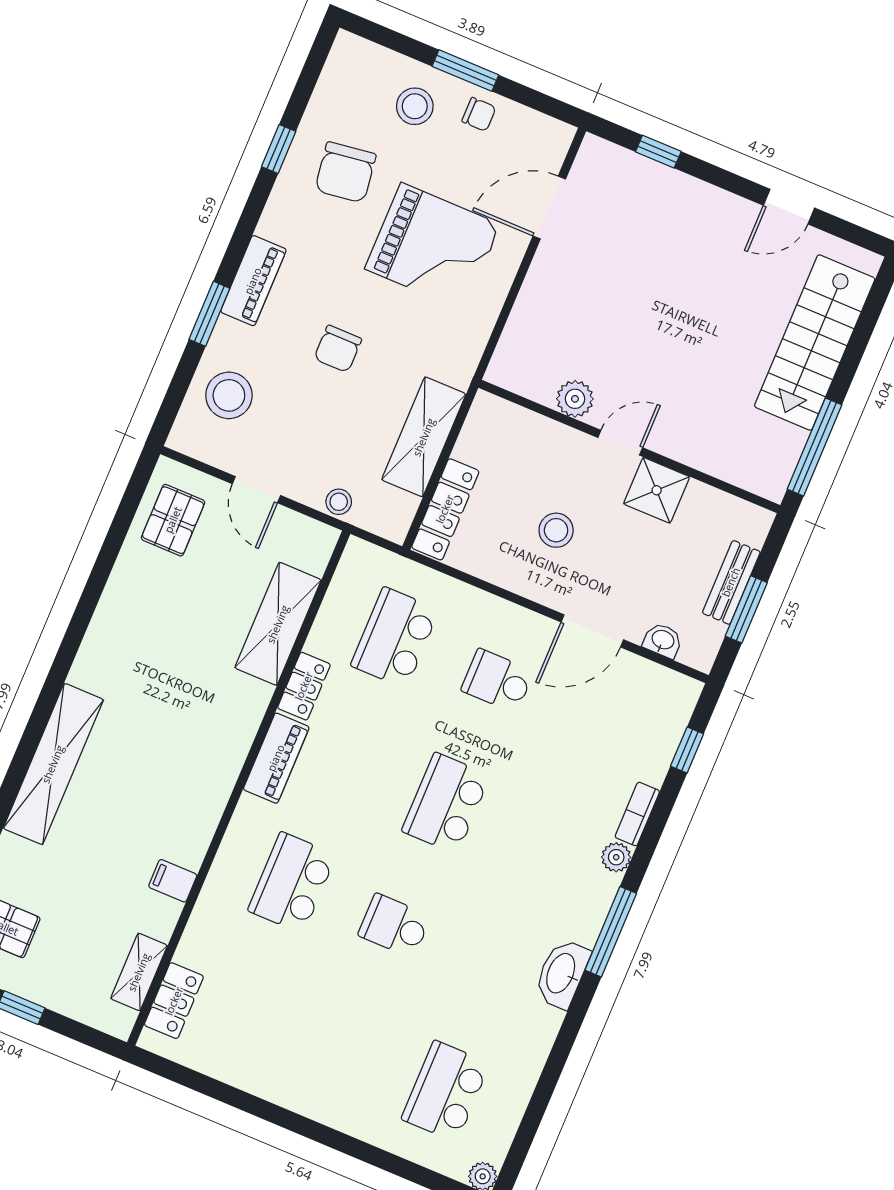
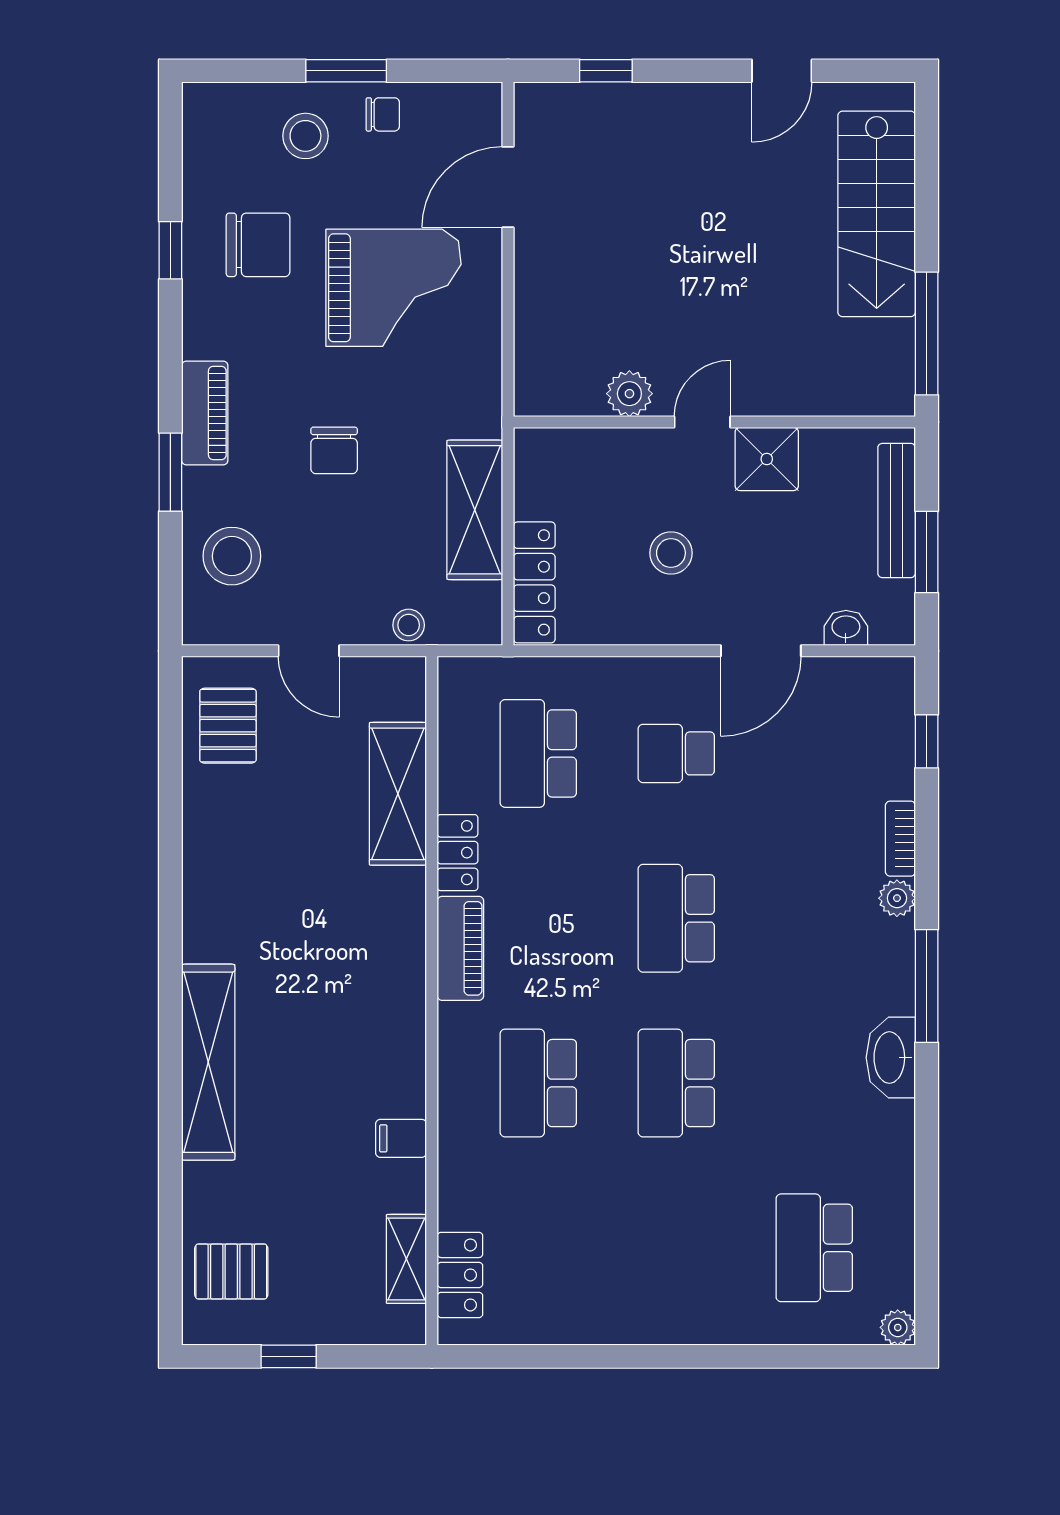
chair: (345, 172) -> (258, 245), turned -82
bench: (731, 582) -> (897, 511), width x1.36
school desk: (394, 926) -> (676, 1083), width x1.85

